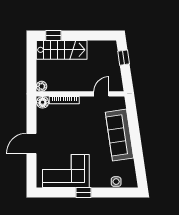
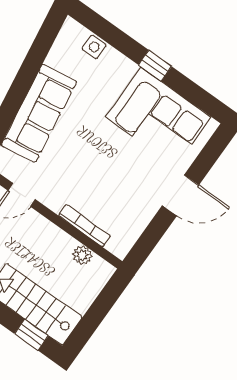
plant: (42, 86) -> (82, 255), moved
floor lamp: (43, 102) -> (120, 246), removed

